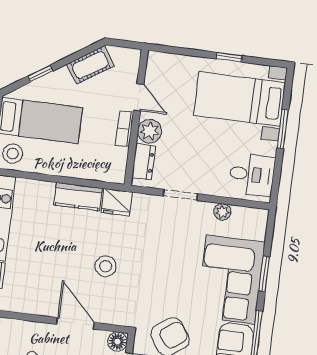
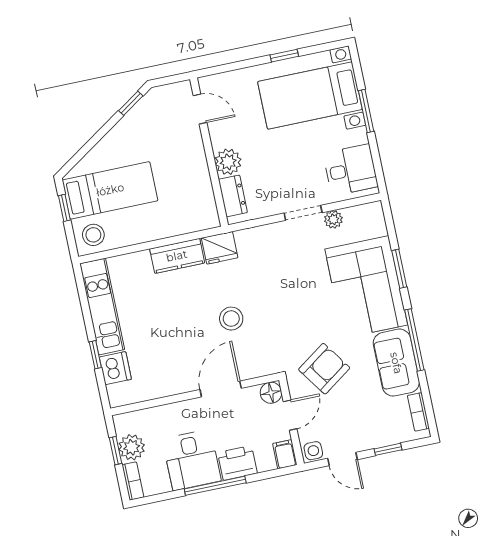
cot: (90, 65) -> (142, 114), removed
window: (40, 74) -> (131, 103), moved
door: (139, 97) -> (200, 109), moved
bookcase: (125, 129) -> (201, 168), removed
doorway: (180, 195) -> (303, 213), moved
door: (76, 323) -> (221, 389), hinge flipped

